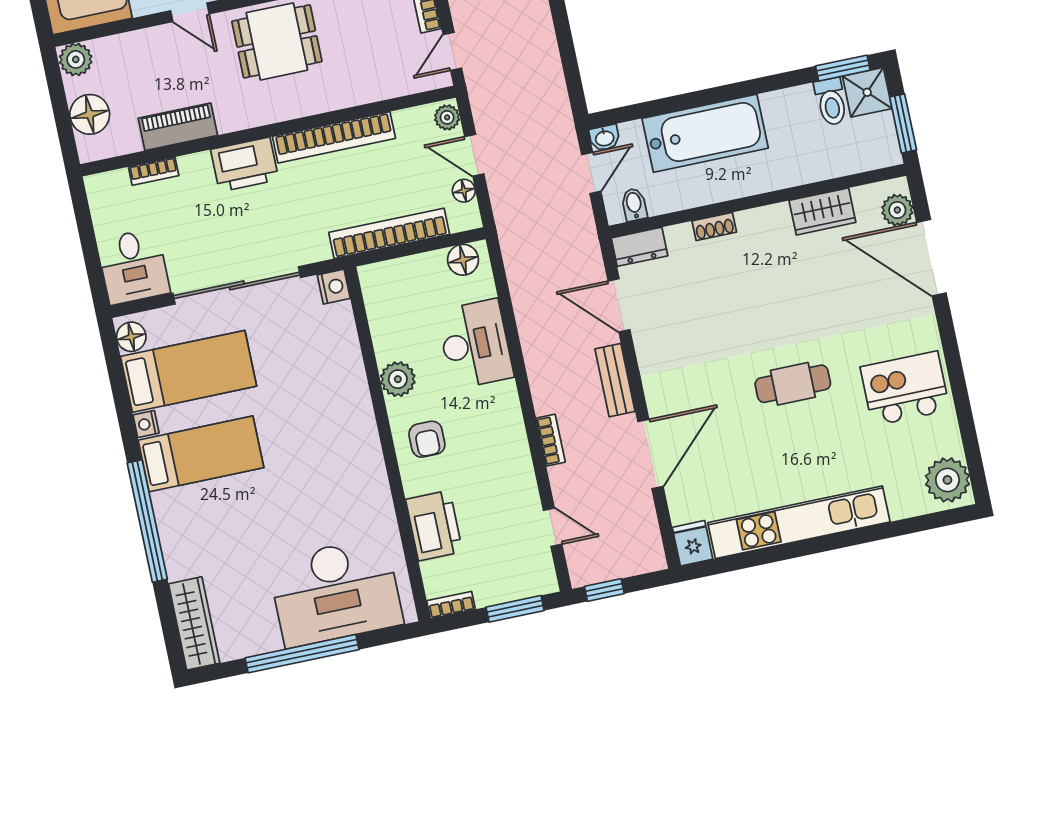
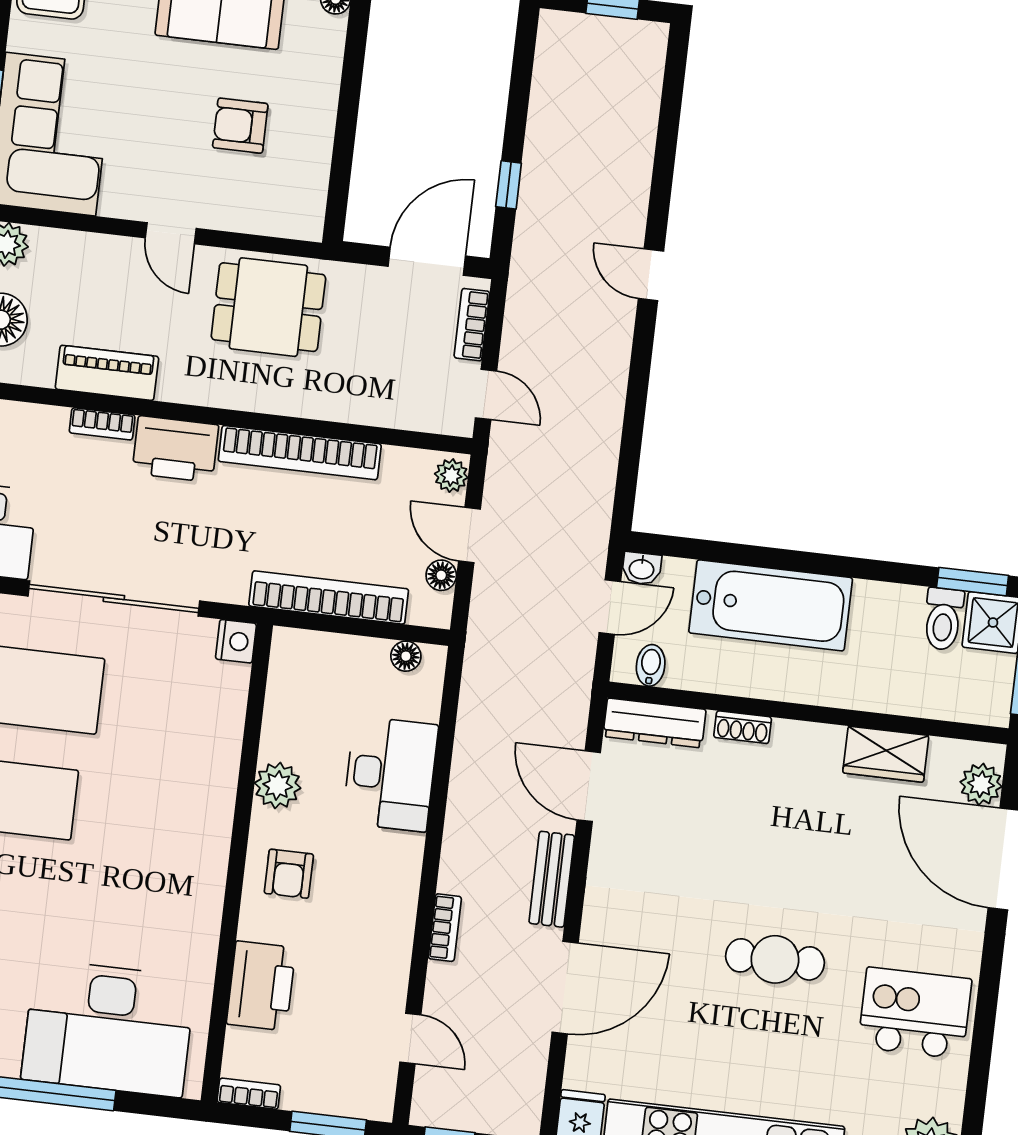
door: (452, 51) -> (486, 394), swing flipped
bookcase: (154, 171) -> (102, 424), moved
dresser: (640, 247) -> (655, 723), width x1.44
floor lamp: (463, 260) -> (406, 656), width x0.73, depth x0.73

